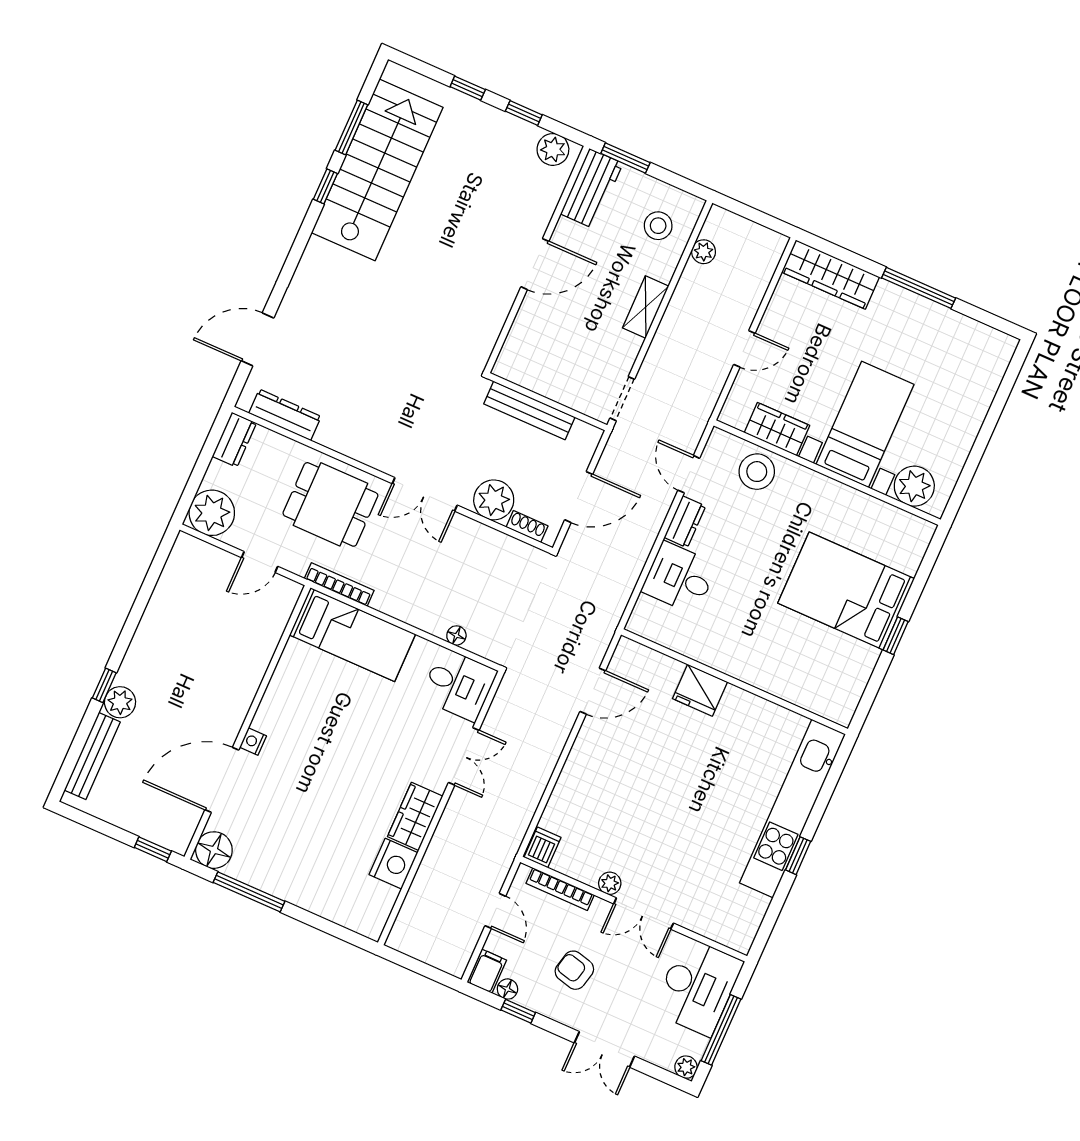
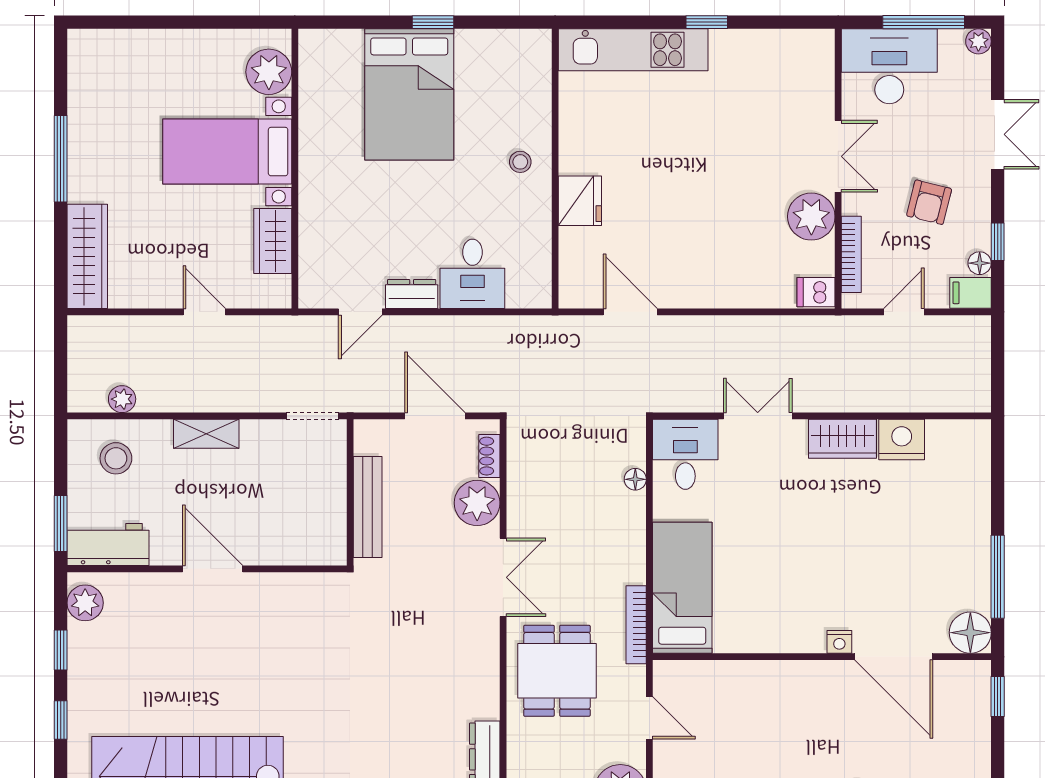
stool: (757, 472) -> (520, 162), moved, width x0.53, depth x0.53
kitchen unit: (793, 809) -> (633, 50), width x0.73
plant: (610, 883) -> (811, 217), width x1.88, depth x1.88

